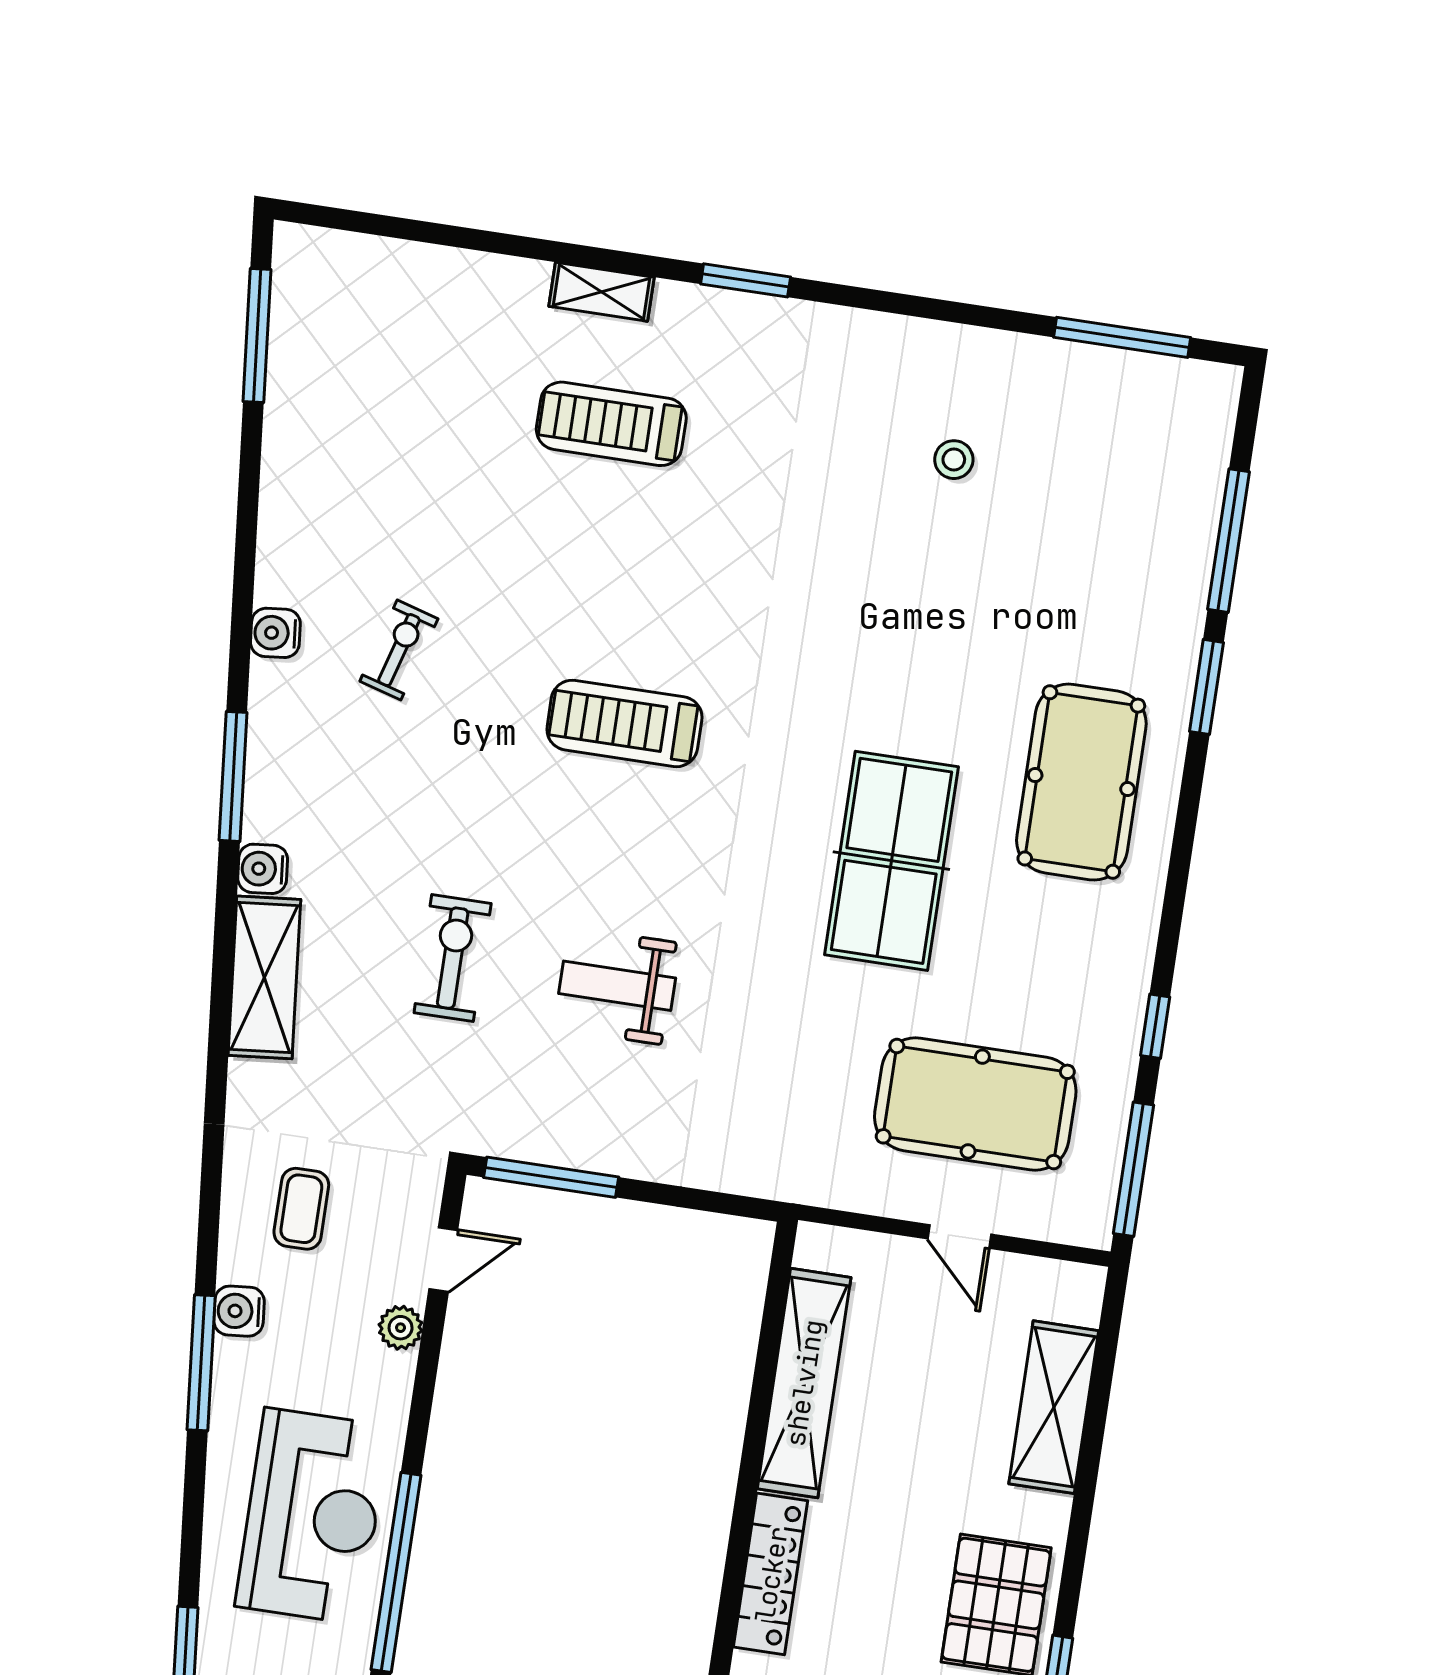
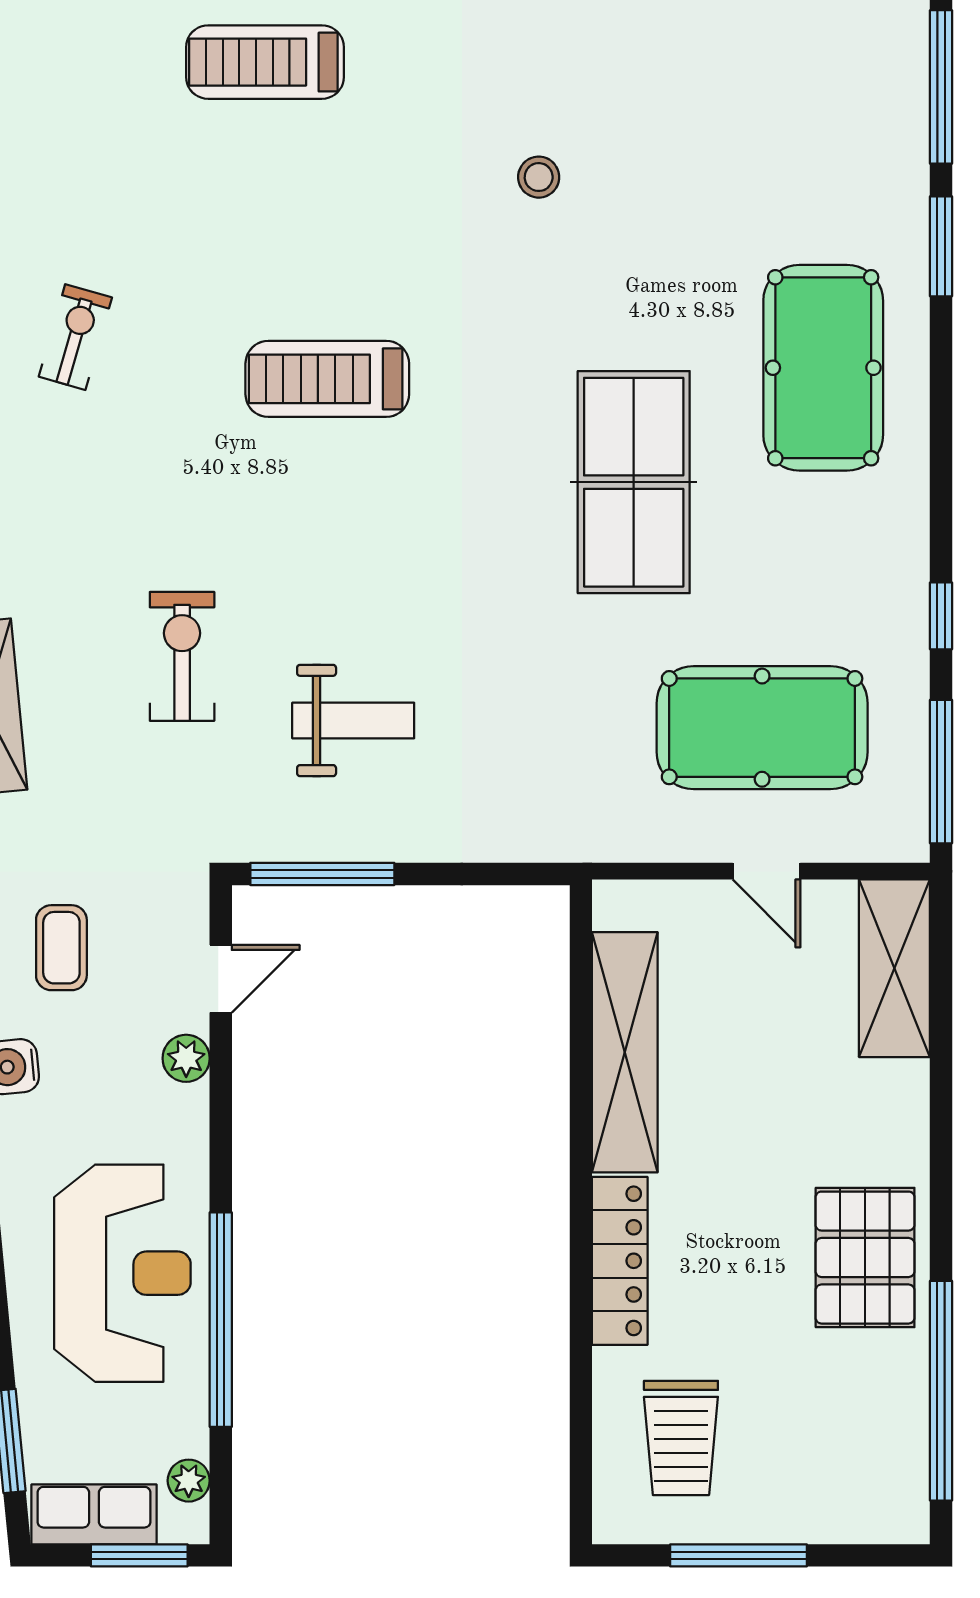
stool: (954, 460) -> (539, 177), moved
weight bench: (617, 986) -> (353, 720), moved, turned 180
shelving: (1054, 1407) -> (894, 968), moved

